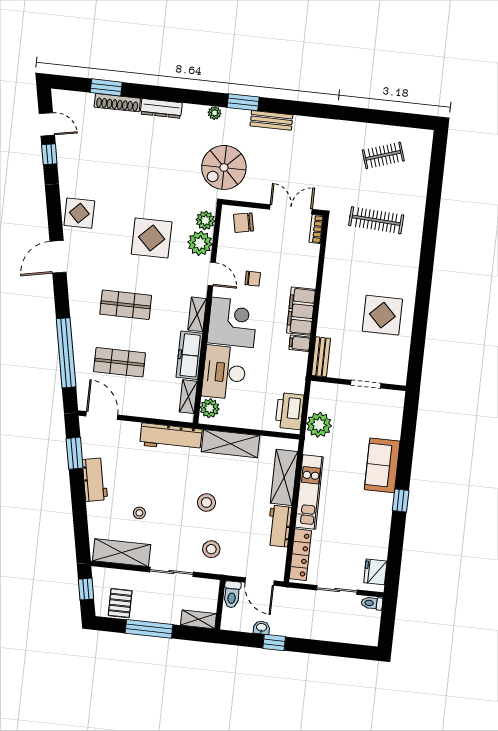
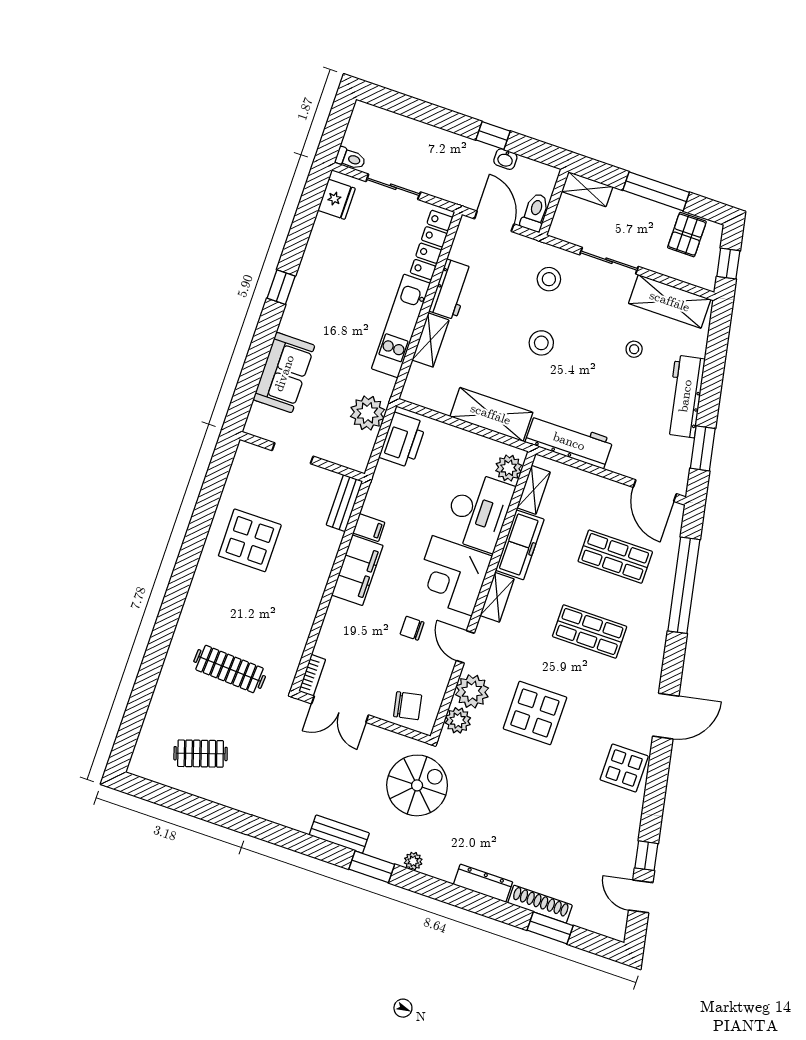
sofa: (382, 465) -> (284, 373), moved
shelving: (284, 477) -> (431, 340), width x0.67, depth x0.75
workbench: (95, 480) -> (685, 396), width x1.37

